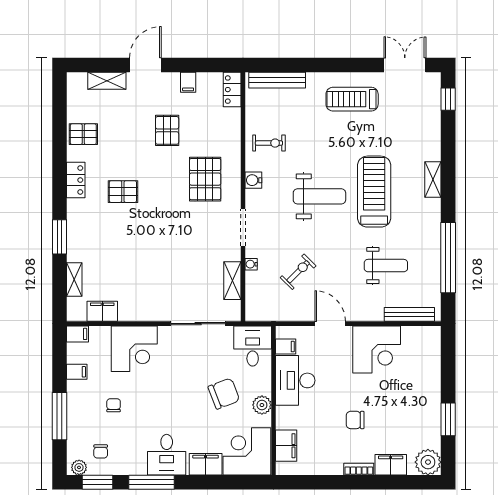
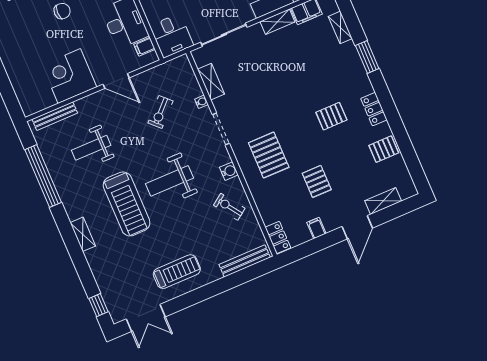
exercise bike: (269, 143) -> (229, 207), turned 55
shelving: (137, 313) -> (277, 22), added

